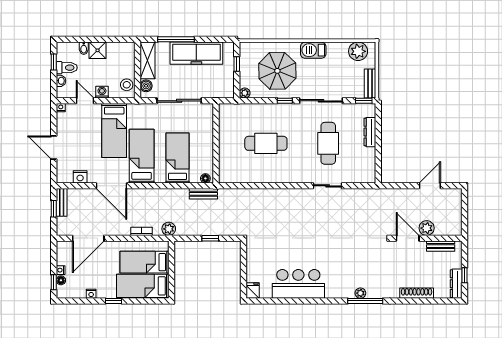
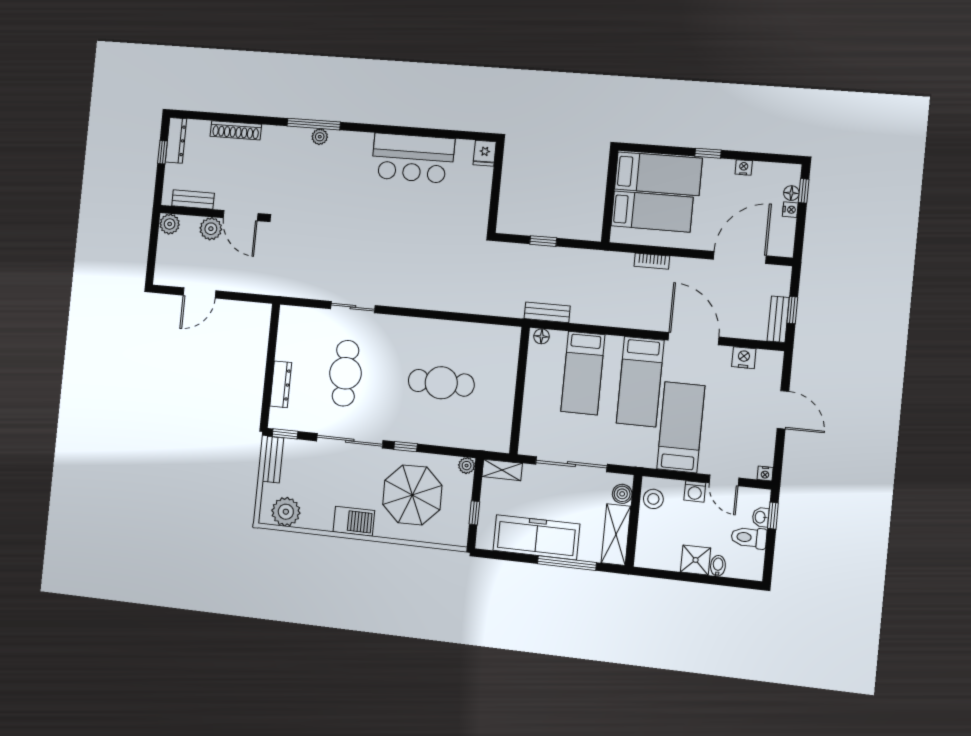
window: (54, 62) -> (773, 516), moved
shelving: (222, 93) -> (502, 470), added
plant: (169, 229) -> (170, 224), moved

